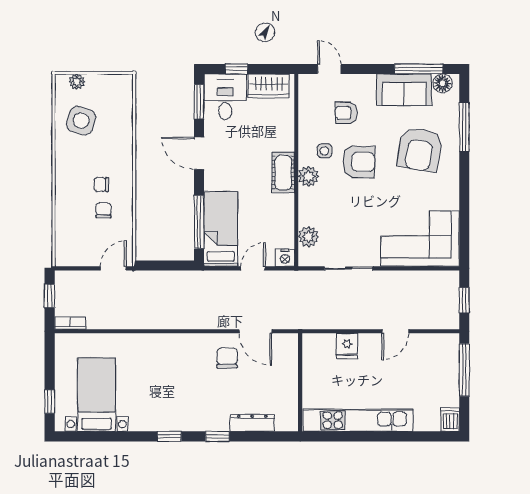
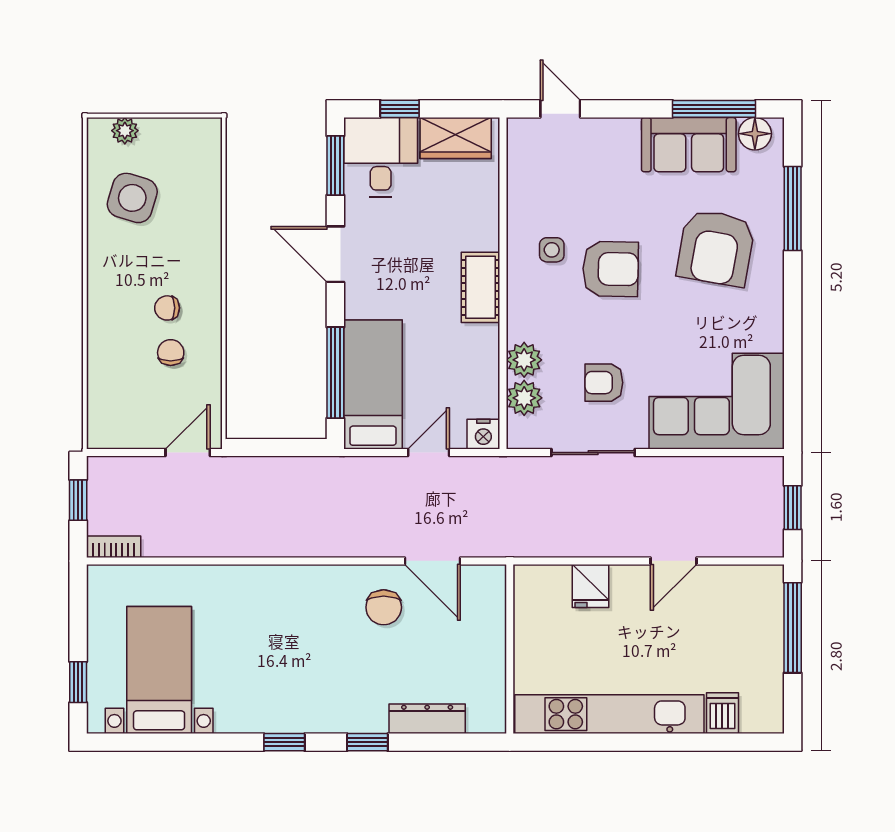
armchair: (346, 113) -> (604, 383), moved
plant: (308, 176) -> (524, 360), moved
chair: (227, 358) -> (384, 607), turned 180
dishwasher: (450, 420) -> (722, 713), moved

